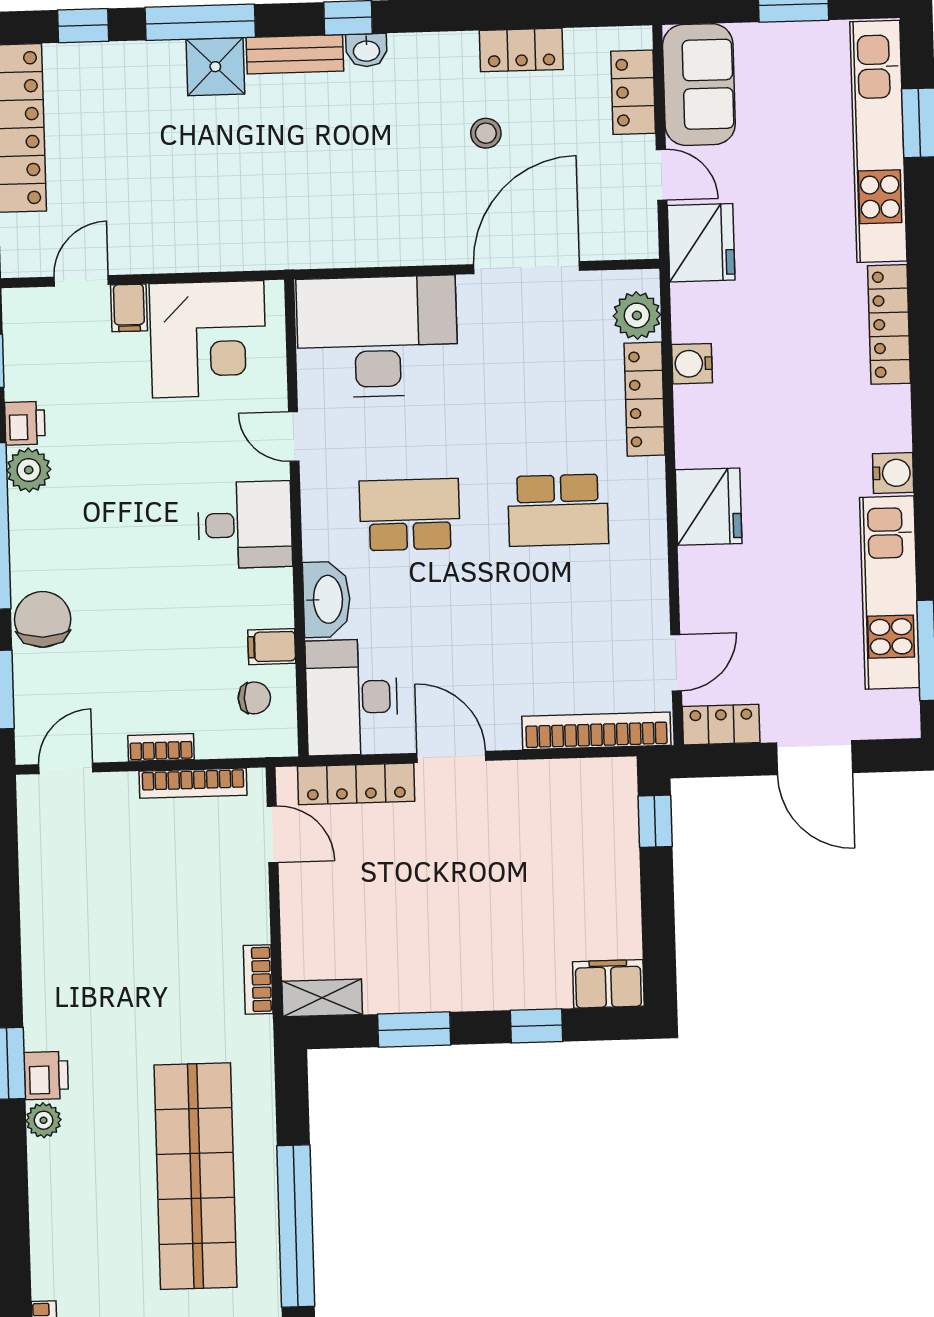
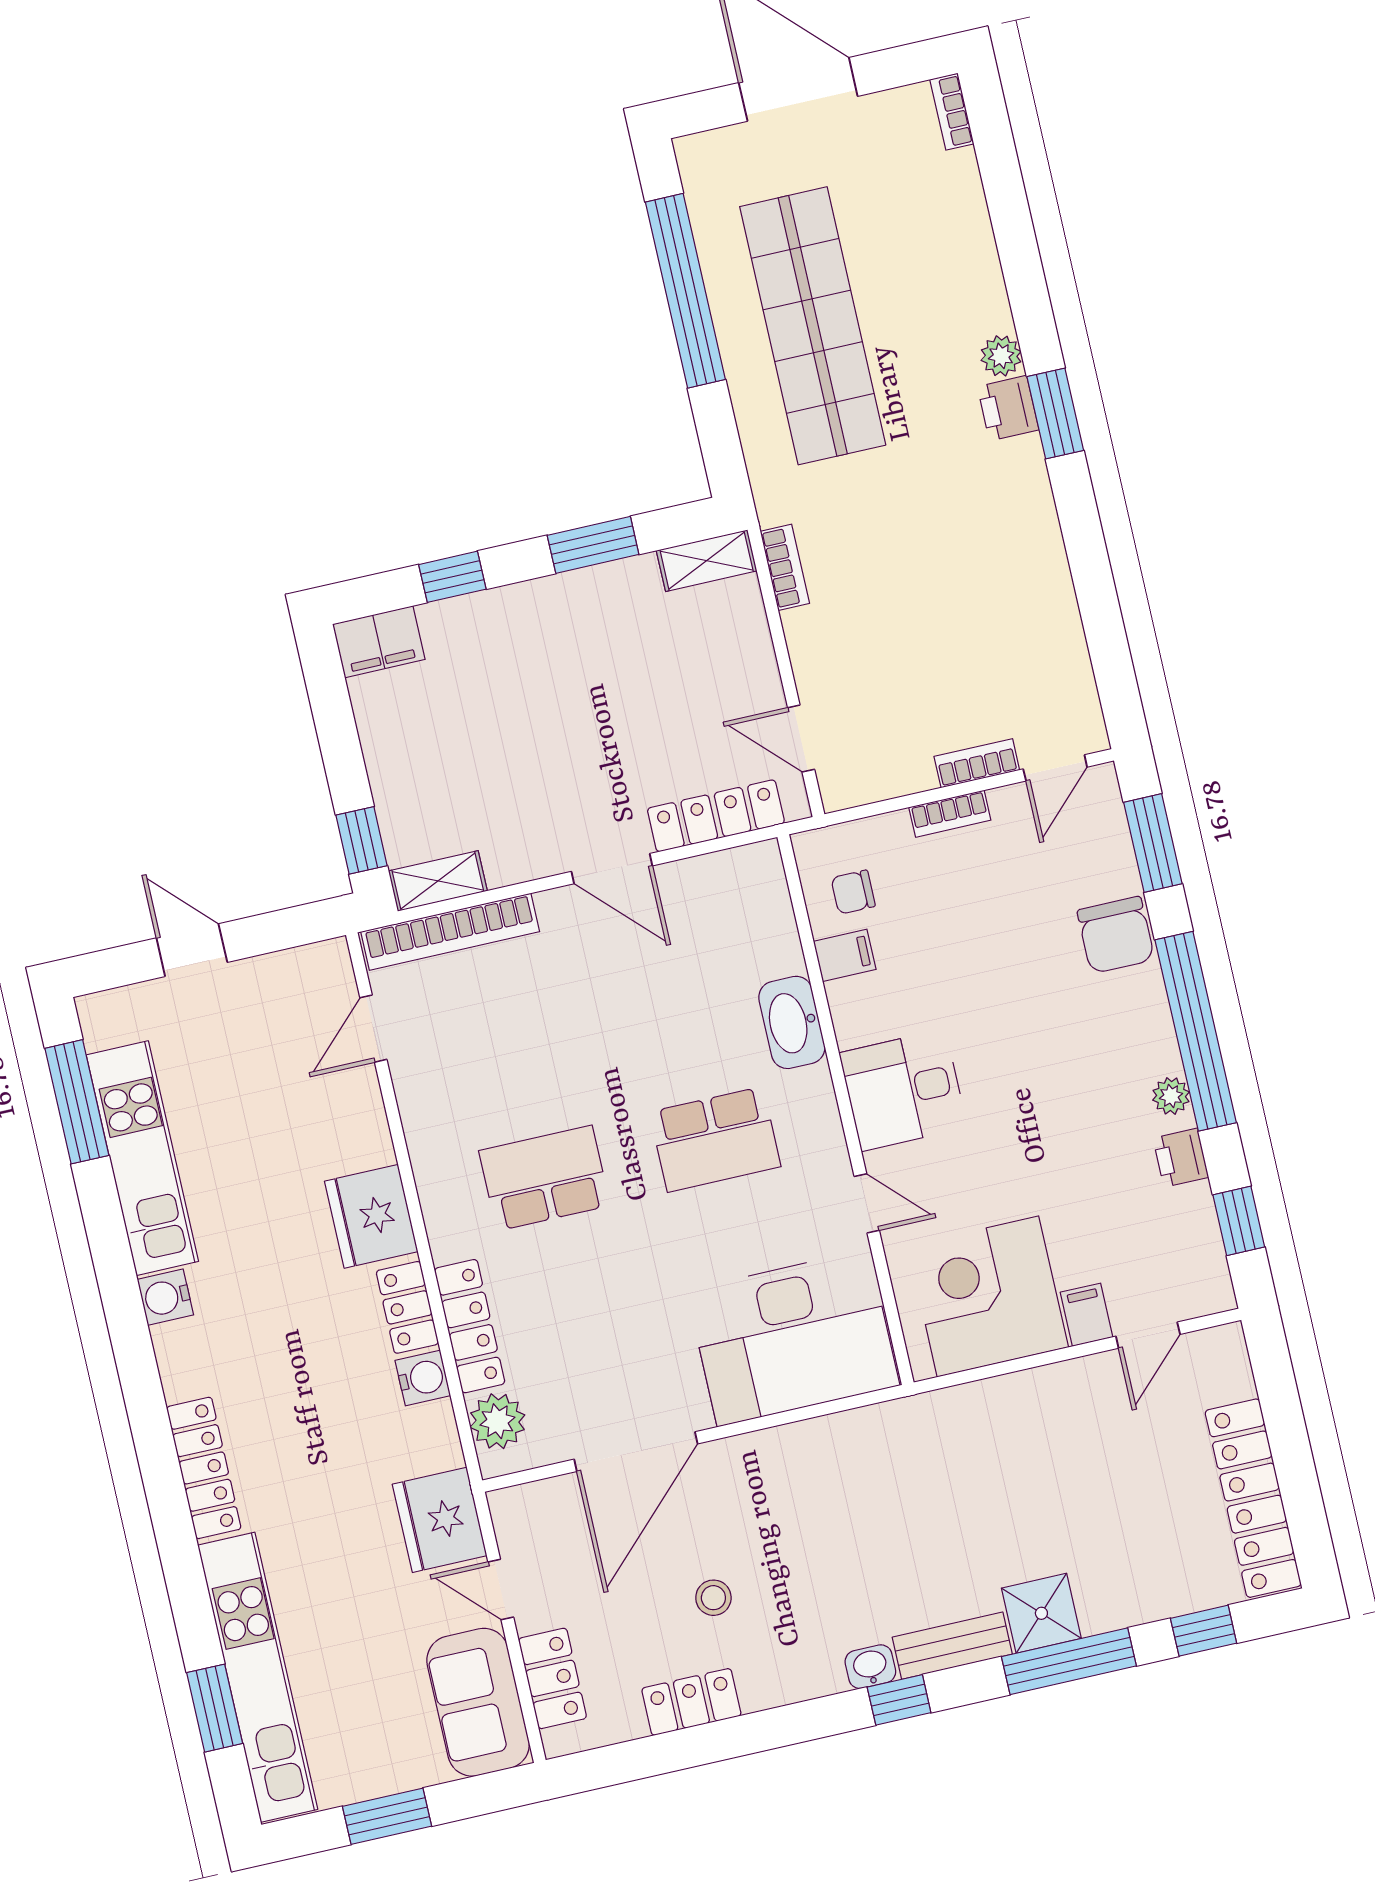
plant: (29, 470) -> (1171, 1096), width x0.73, depth x0.73
desk: (352, 697) -> (741, 915), removed
locker: (721, 725) -> (407, 1307), moved, turned 90
door: (814, 758) -> (192, 950), width x0.73
shelving: (598, 775) -> (438, 881), added
bookcase: (193, 783) -> (977, 763), moved, width x0.64

